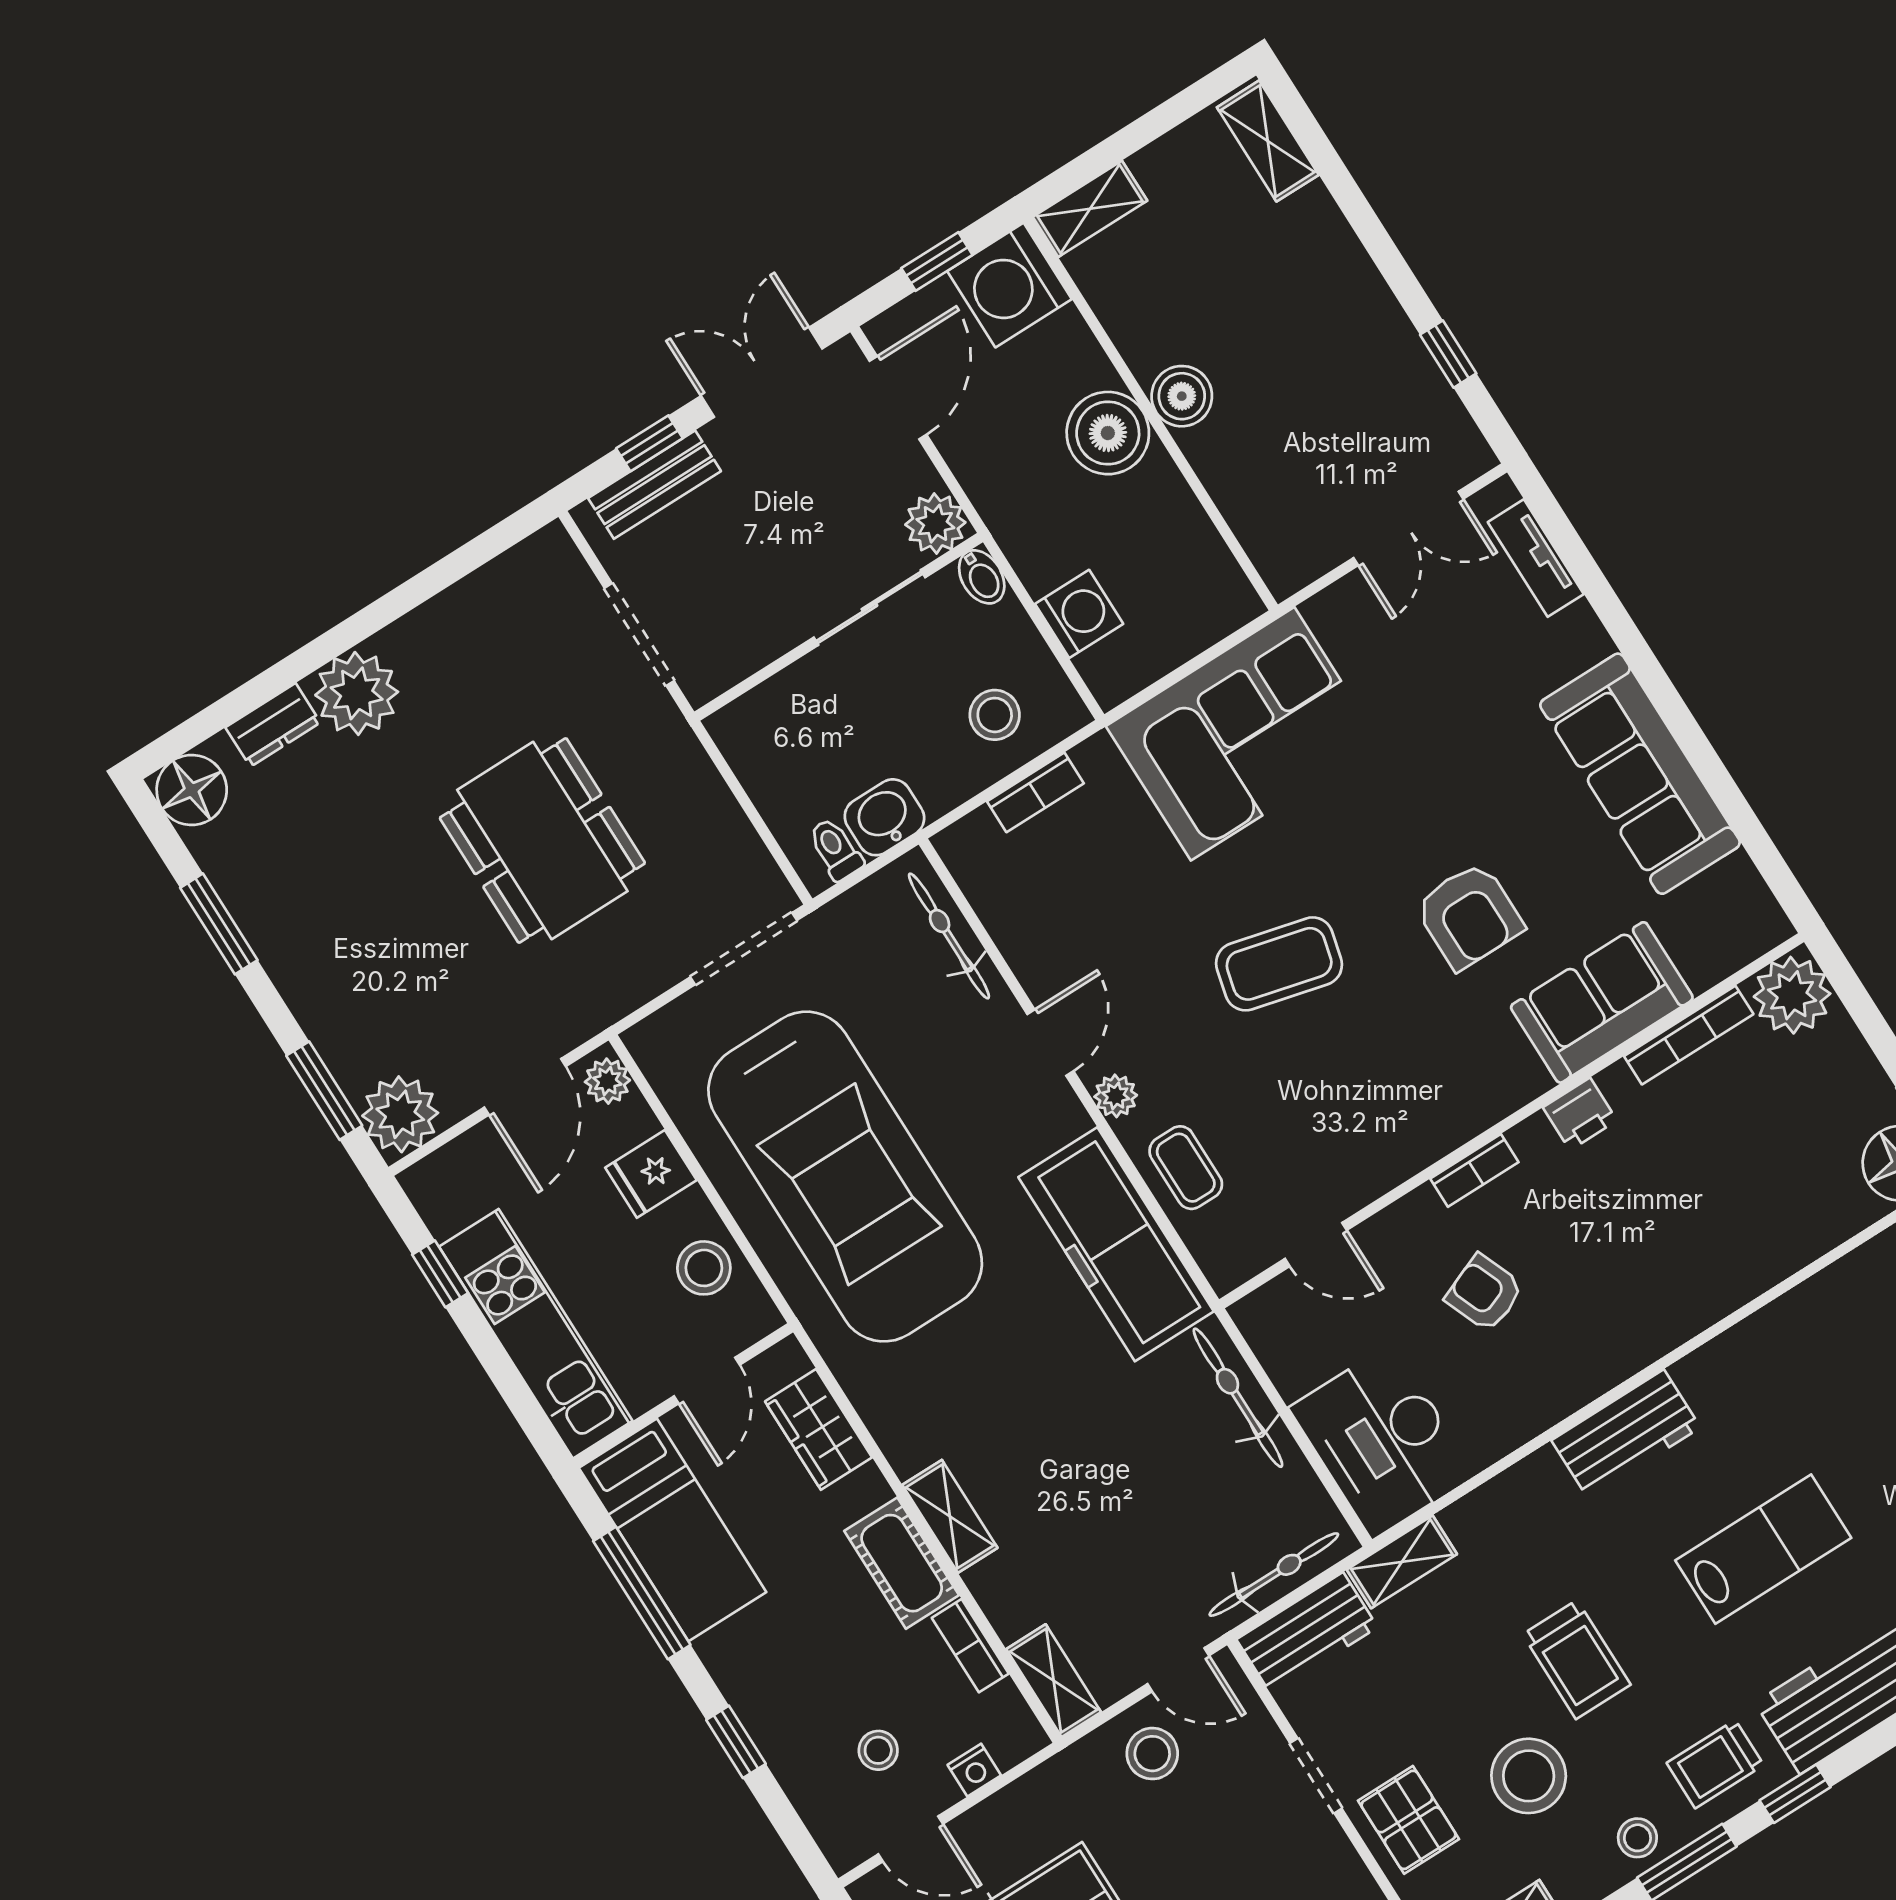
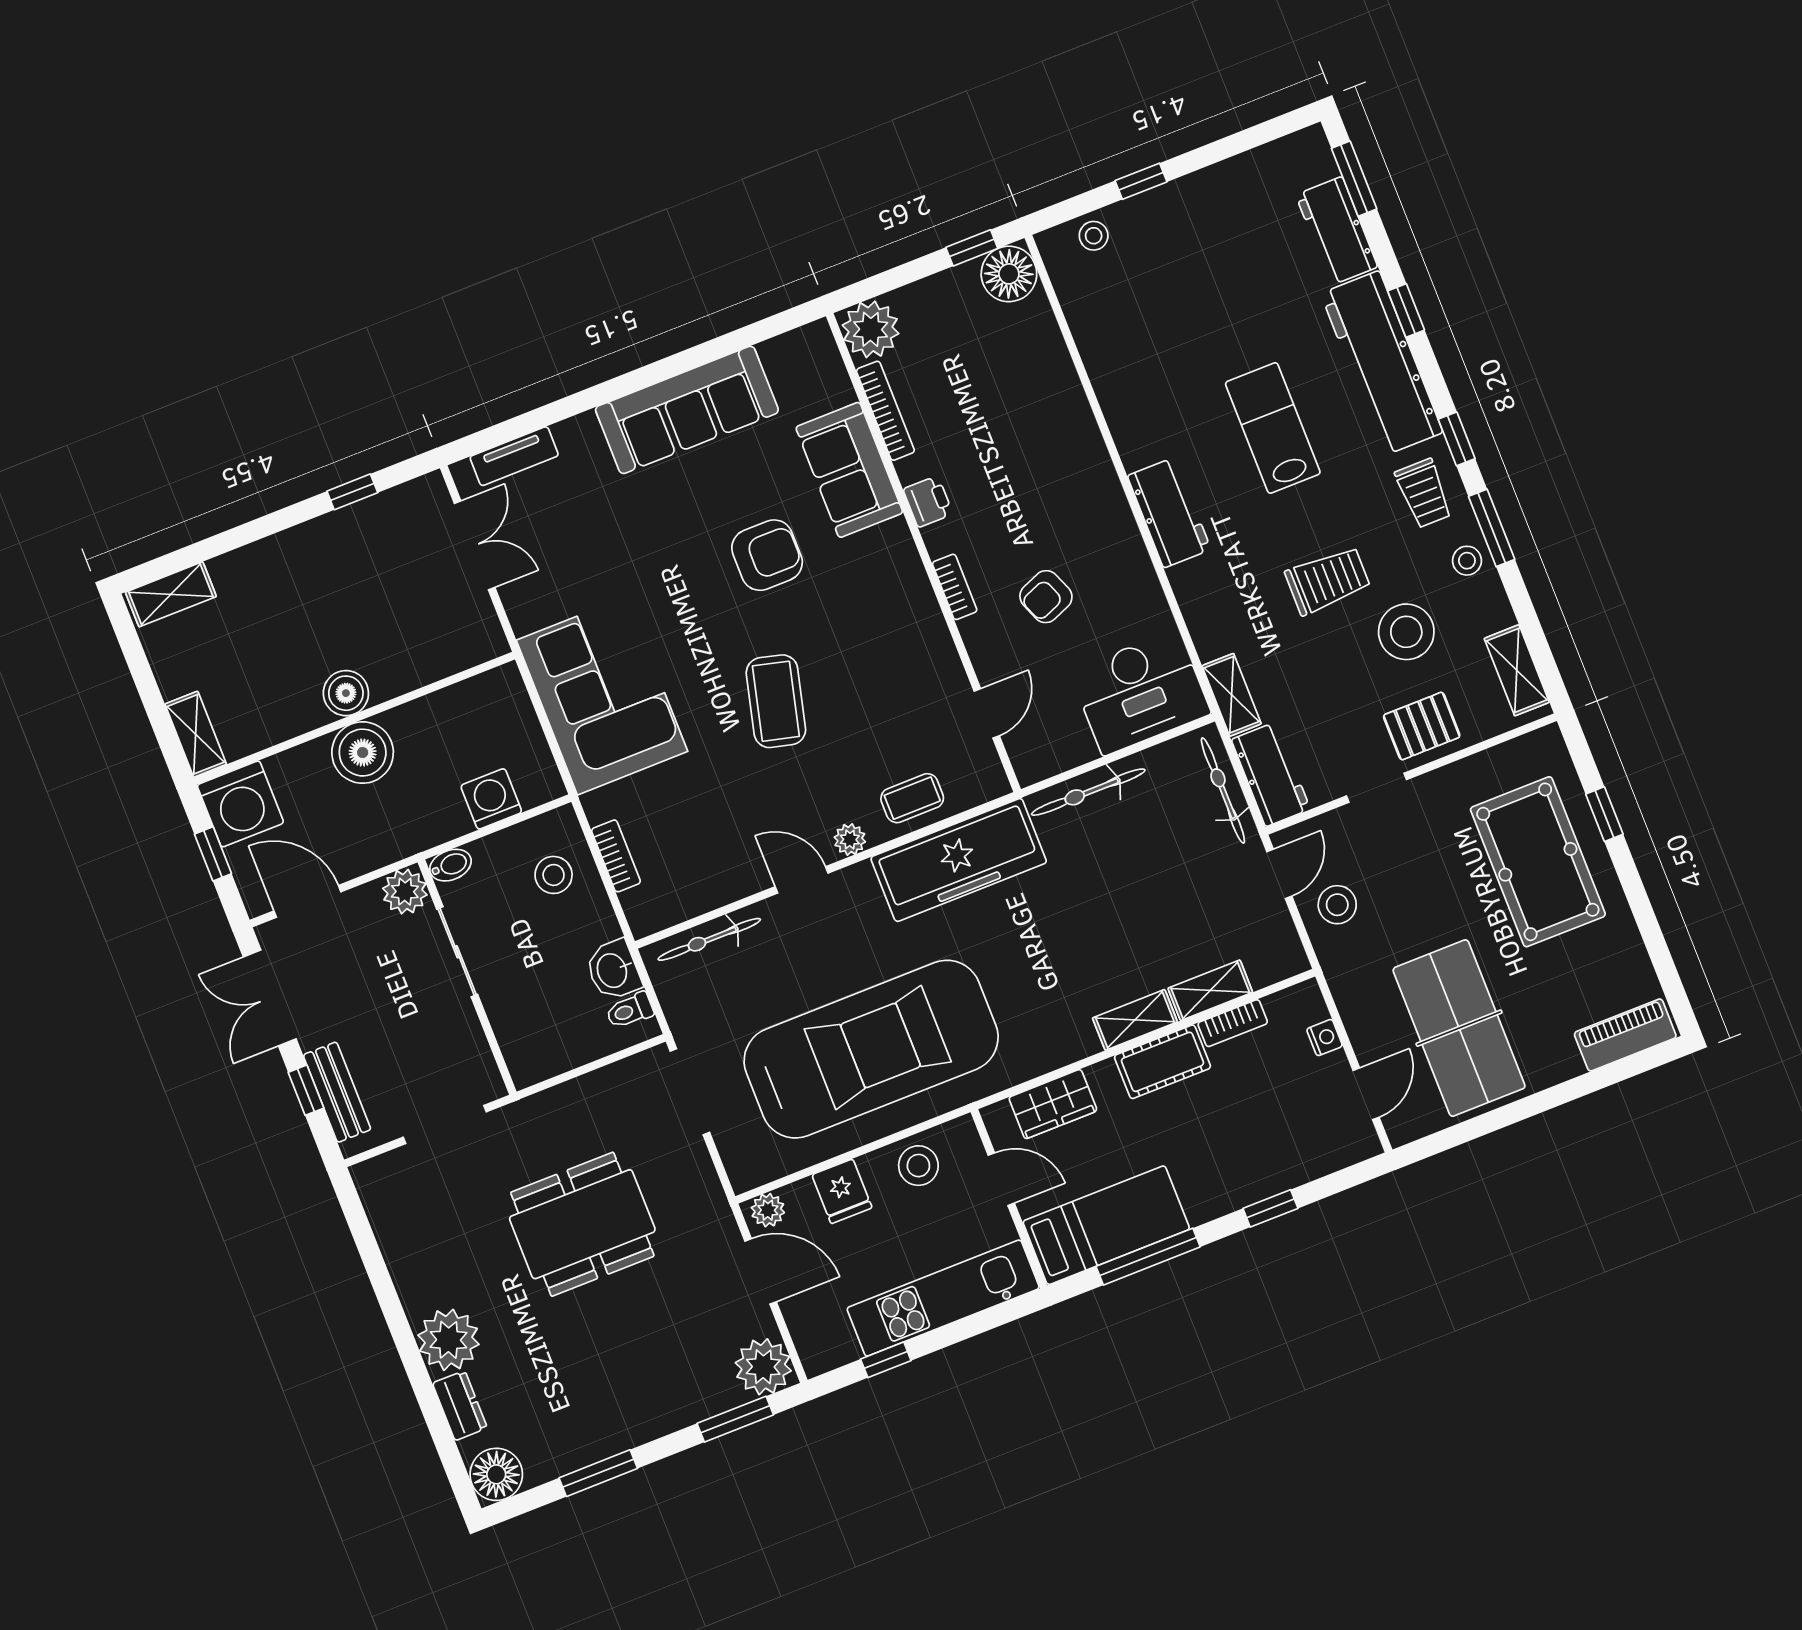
shelving: (1054, 1681) -> (1210, 990), moved
stool: (878, 1750) -> (1297, 1105), removed

